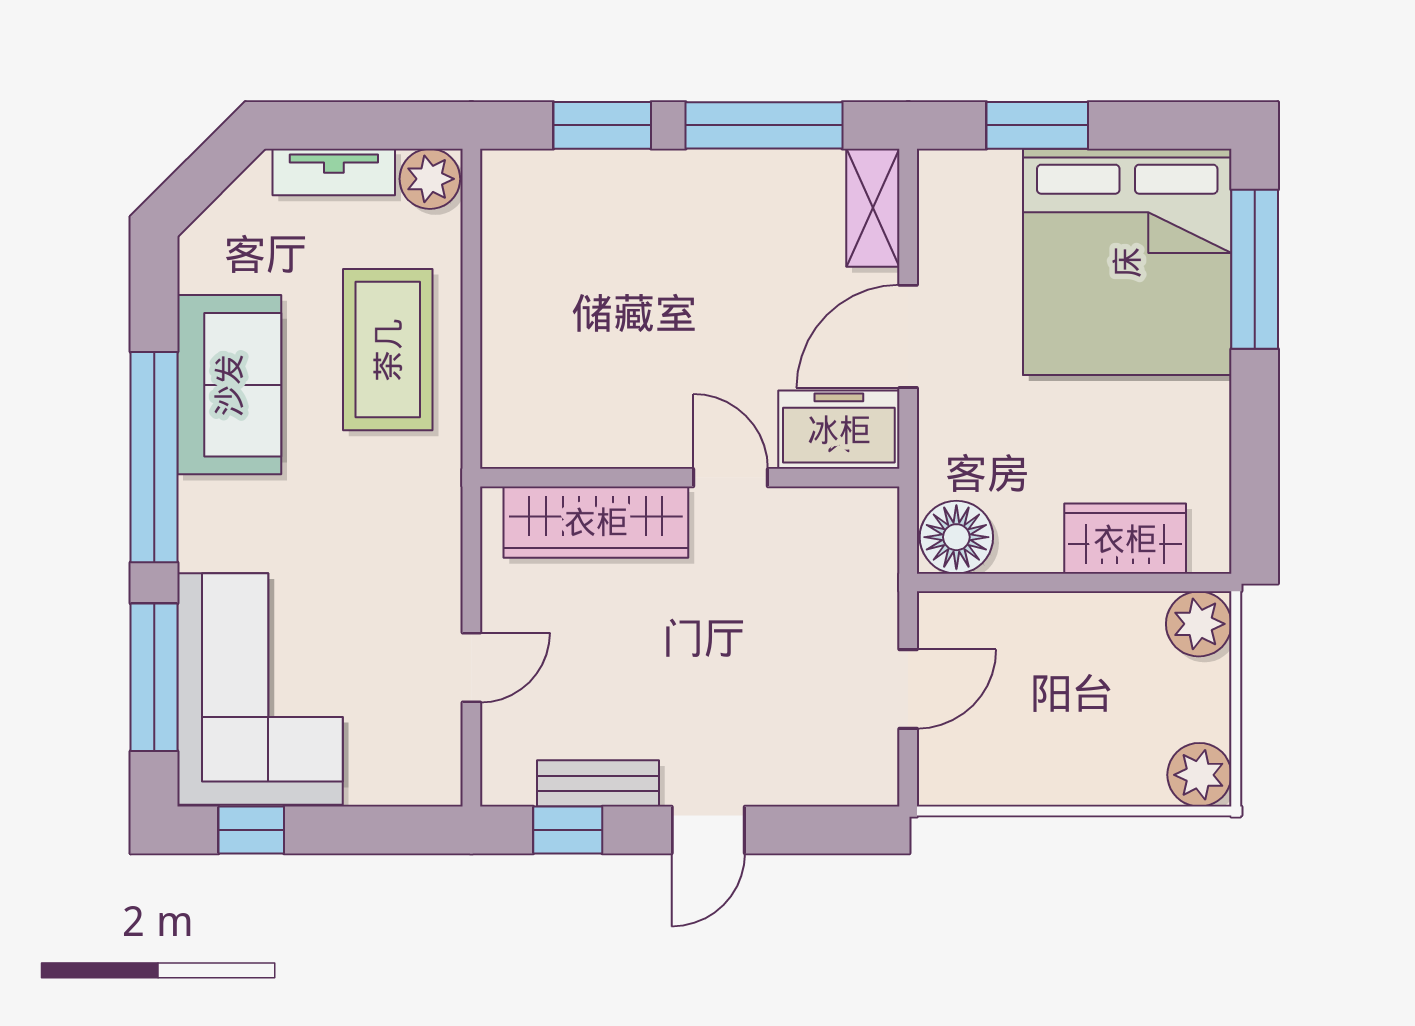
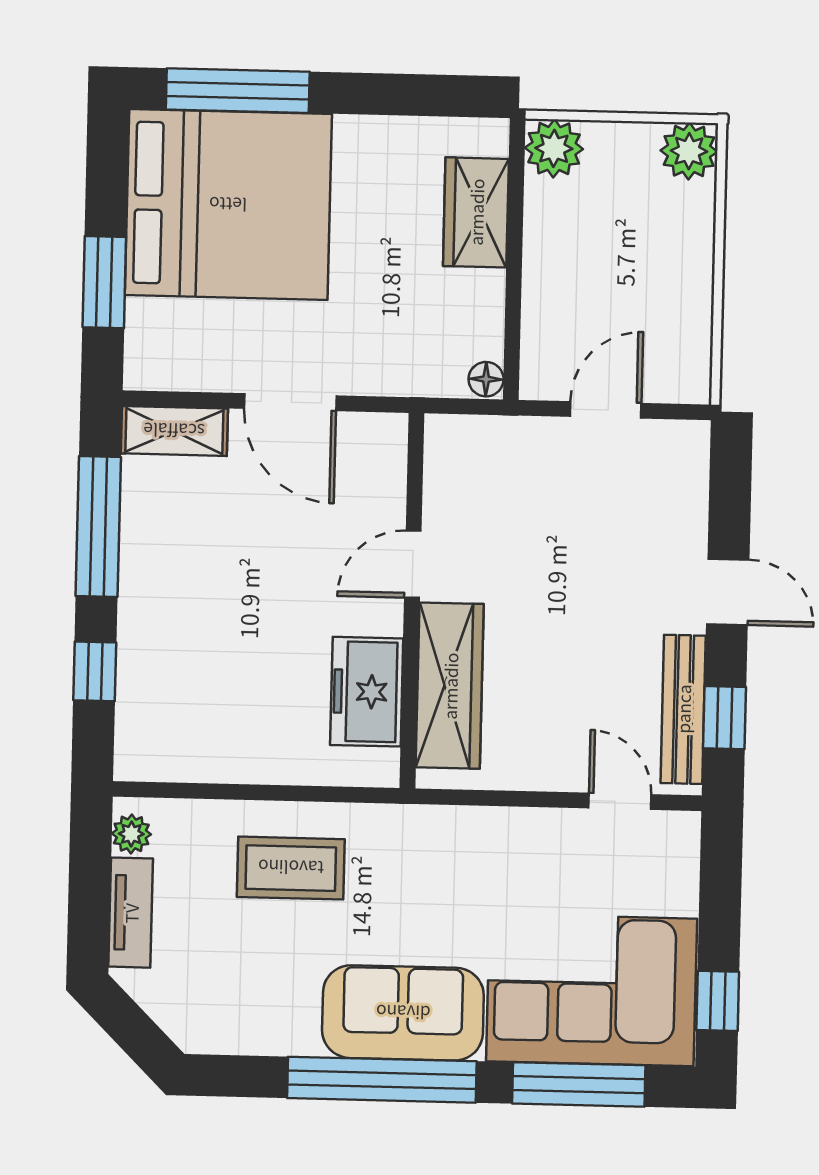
window: (602, 125) -> (95, 671), width x0.67
plant: (430, 179) -> (131, 834), width x0.73, depth x0.73
coffee table: (388, 350) -> (291, 868), width x0.73, depth x0.76
sofa: (229, 385) -> (403, 1013), moved
freezer: (839, 430) -> (367, 692), moved
floor lamp: (956, 537) -> (486, 379), width x0.53, depth x0.53
door: (471, 668) -> (620, 801), moved
door: (908, 689) -> (606, 410), hinge flipped
bench: (598, 783) -> (683, 709), width x1.36

